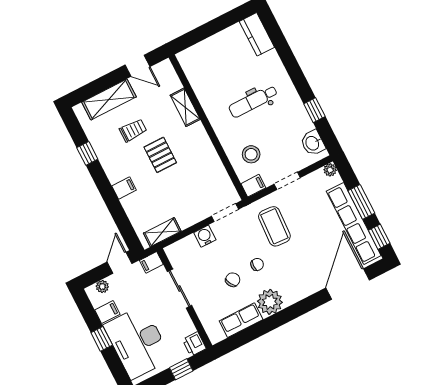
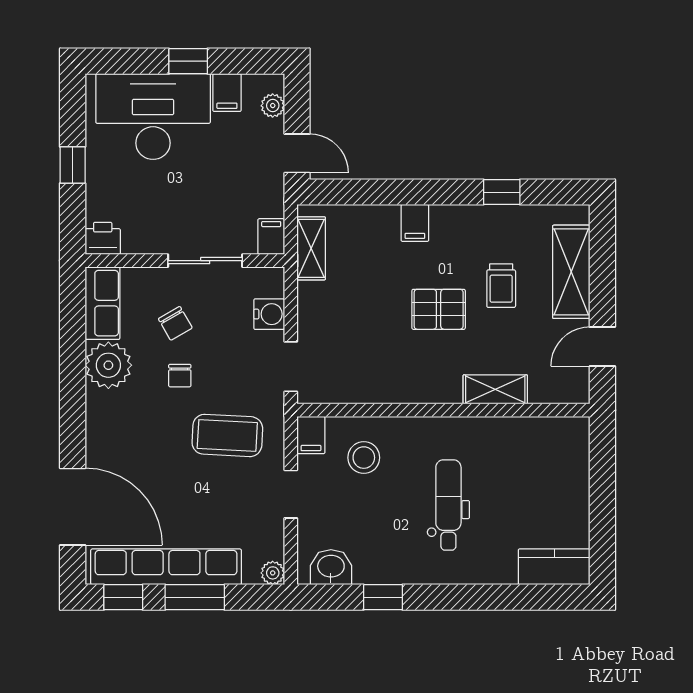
filing cabinet: (151, 262) -> (271, 237), moved
sliding door: (180, 289) -> (205, 261), moved
wall: (185, 298) -> (185, 261), moved
printer: (194, 344) -> (103, 238), moved

